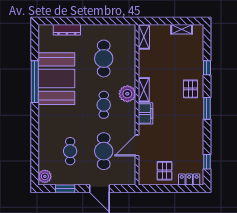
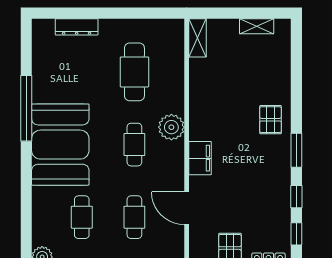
window: (207, 68) -> (296, 197), moved
booth: (56, 79) -> (60, 145), moved
shelving: (144, 90) -> (197, 121), removed
door: (137, 145) -> (187, 208), hinge flipped
cafe table: (104, 151) -> (134, 217), width x0.73, depth x0.74

